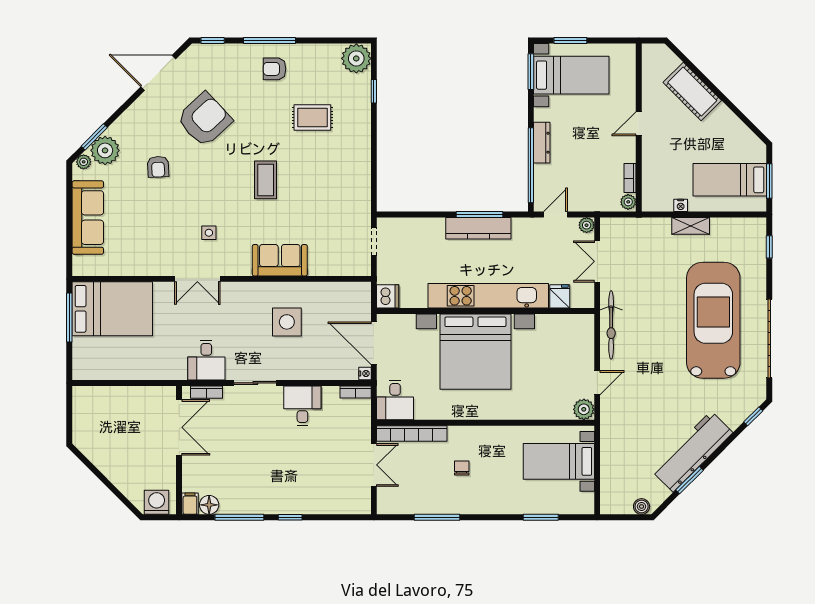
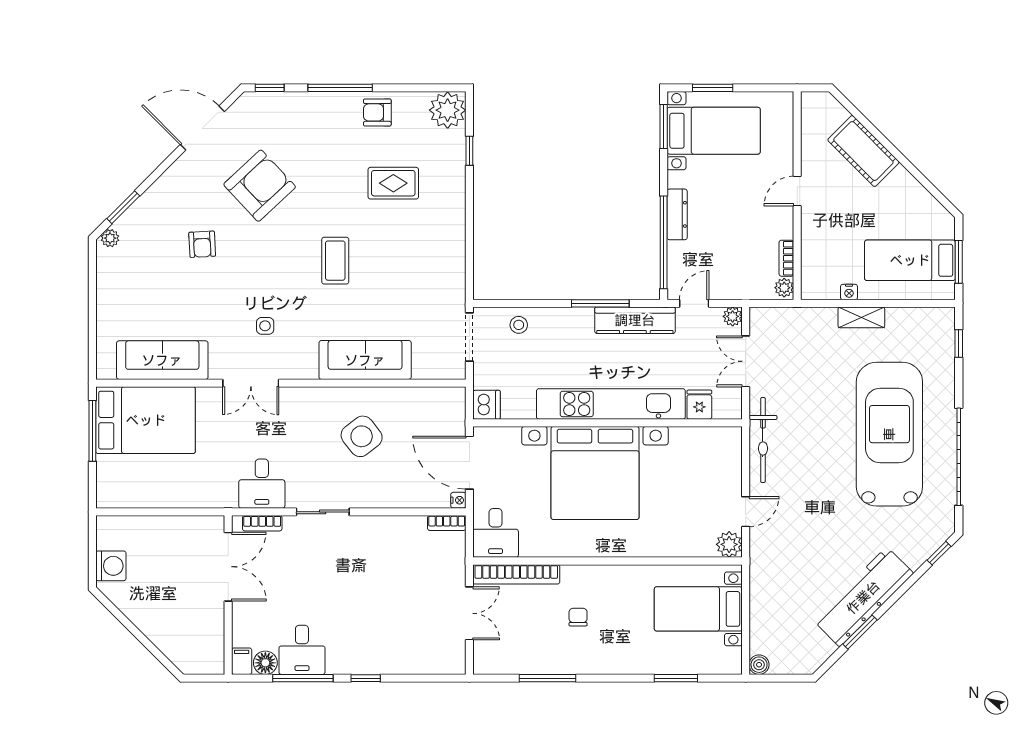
armchair: (275, 69) -> (377, 112), moved
plant: (105, 150) -> (137, 224), removed
sofa: (88, 218) -> (162, 360), moved, turned -90
kitchen counter: (478, 228) -> (635, 320), moved
stool: (414, 232) -> (519, 325), added
doorway: (374, 242) -> (469, 337), width x1.38
sofa: (280, 260) -> (365, 360), width x1.36
side table: (287, 322) -> (362, 436), turned -38
desk: (302, 406) -> (302, 650), moved, turned 180
washing machine: (157, 502) -> (111, 566), moved, turned 90
boiler: (642, 506) -> (759, 665), moved

